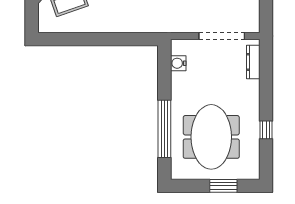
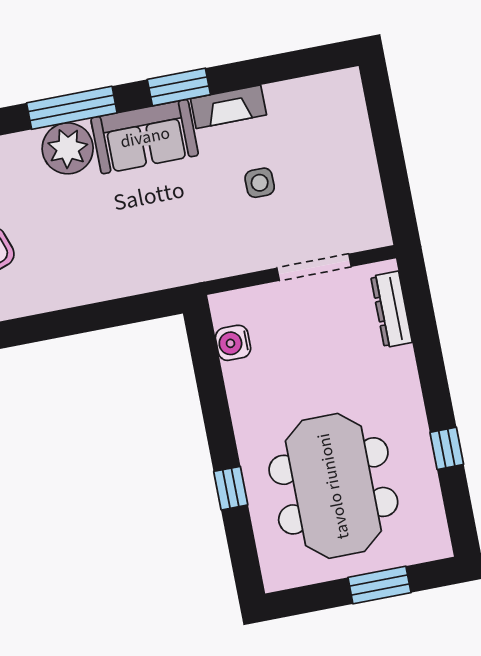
doorway: (222, 36) -> (314, 267), width x0.73
window: (164, 129) -> (231, 488), width x0.32

